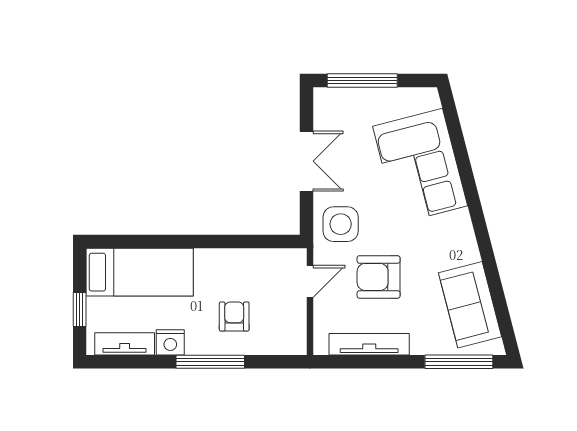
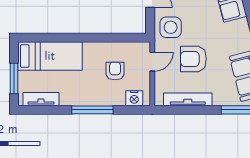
window: (80, 310) -> (14, 79), width x1.50
armchair: (234, 316) -> (115, 71), moved
nightstand: (170, 342) -> (134, 98), moved

